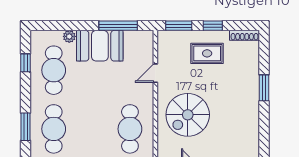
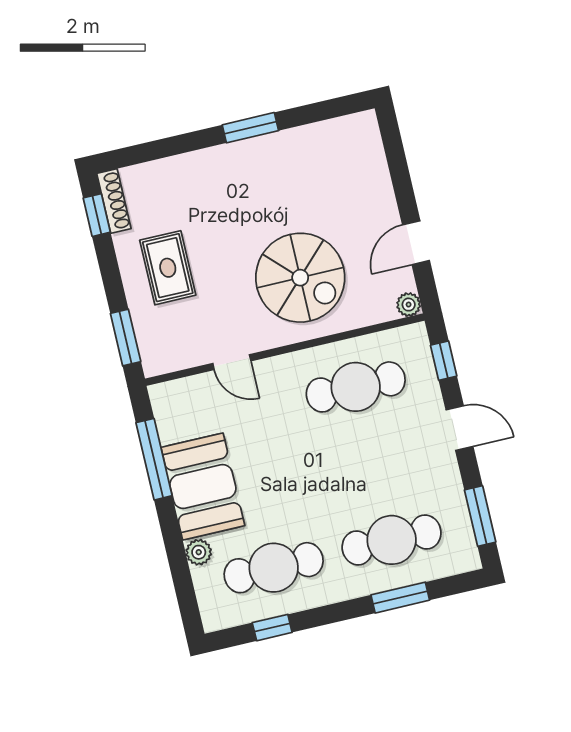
window: (213, 26) -> (97, 215), moved
window: (264, 88) -> (250, 128), moved

